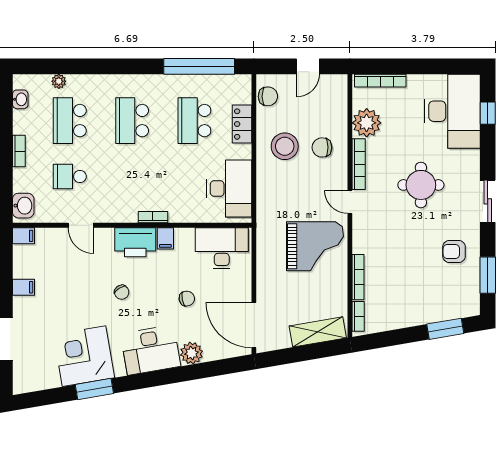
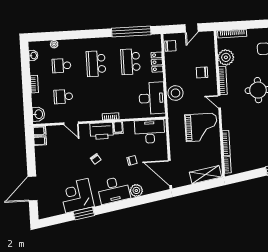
school desk: (70, 121) -> (61, 66), width x0.54
stool: (285, 146) -> (175, 93), moved
filing cabinet: (23, 287) -> (40, 141), moved

